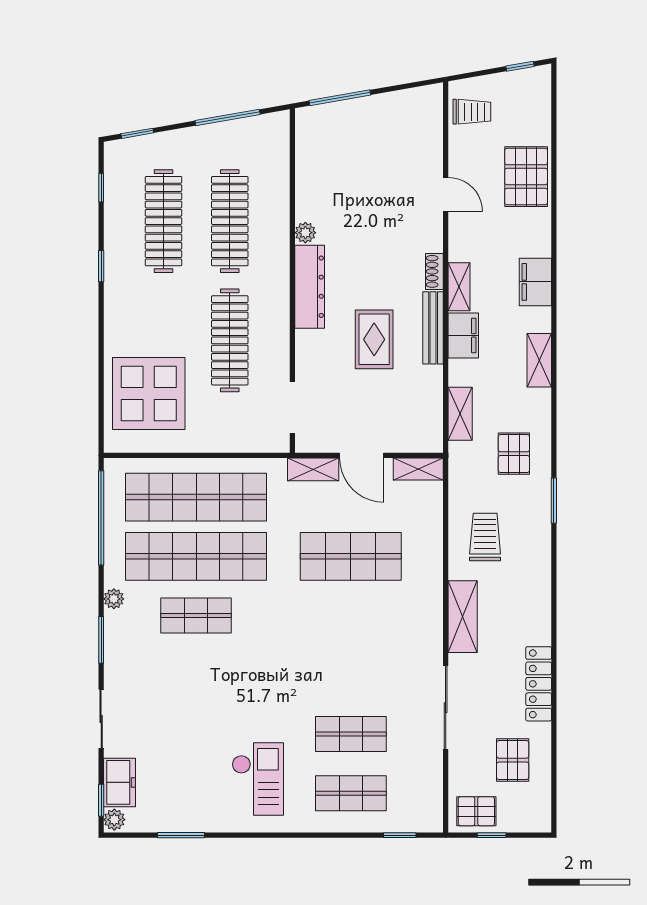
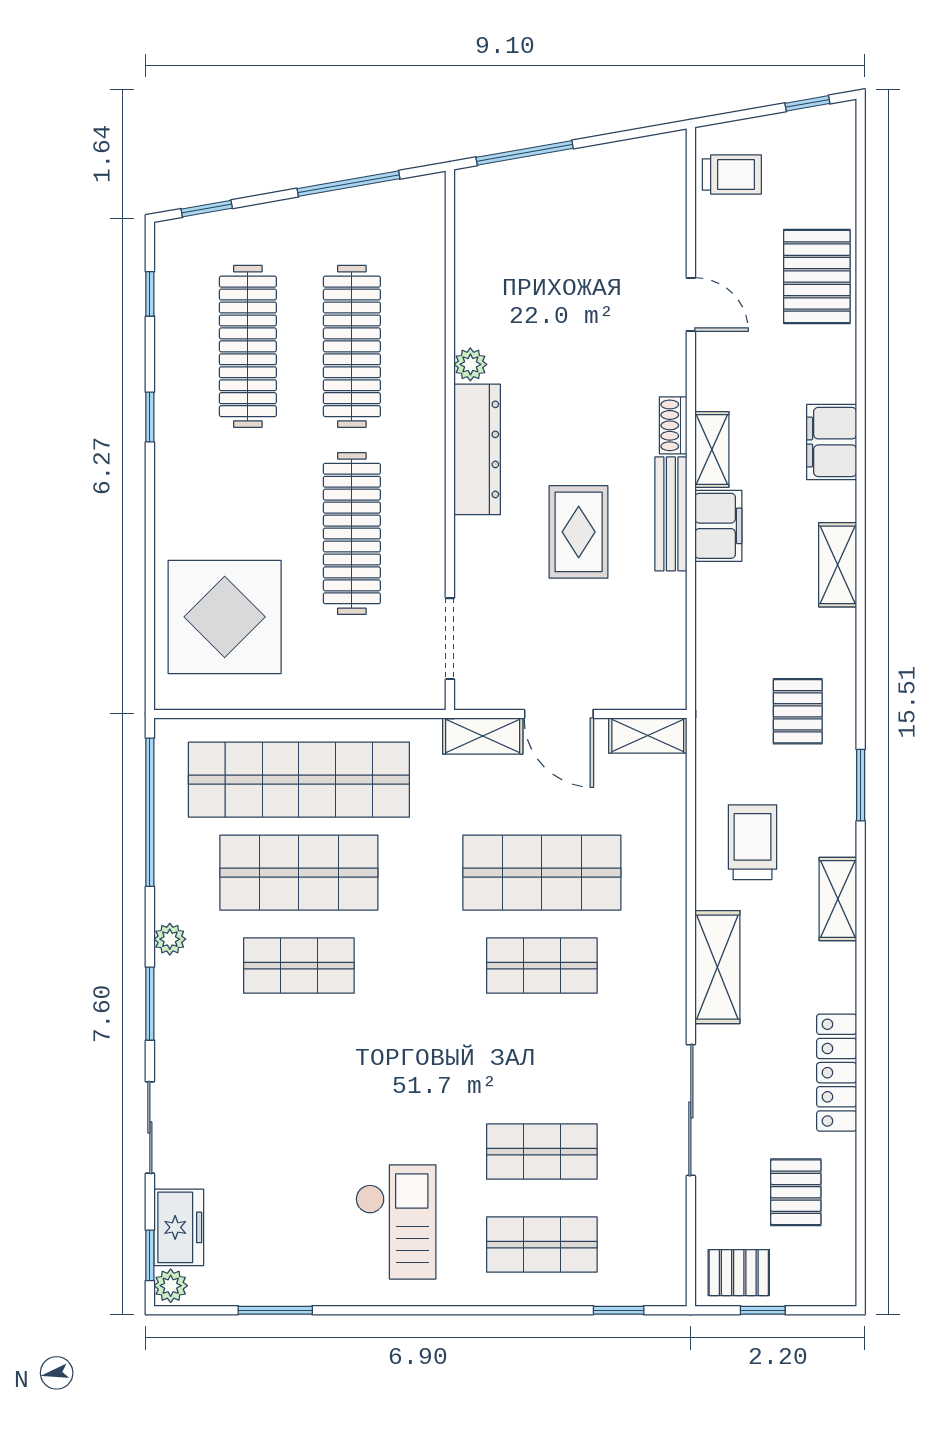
shelving: (460, 414) -> (838, 899), moved
shop shelf: (196, 556) -> (299, 873), width x0.71
shop shelf: (351, 616) -> (542, 966), added

